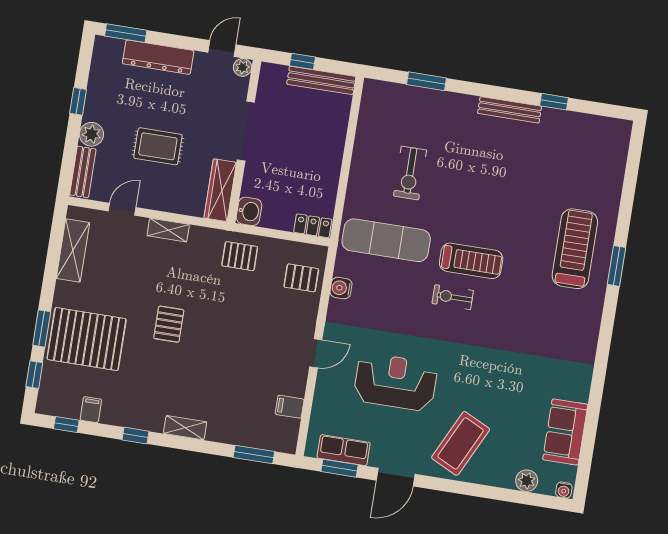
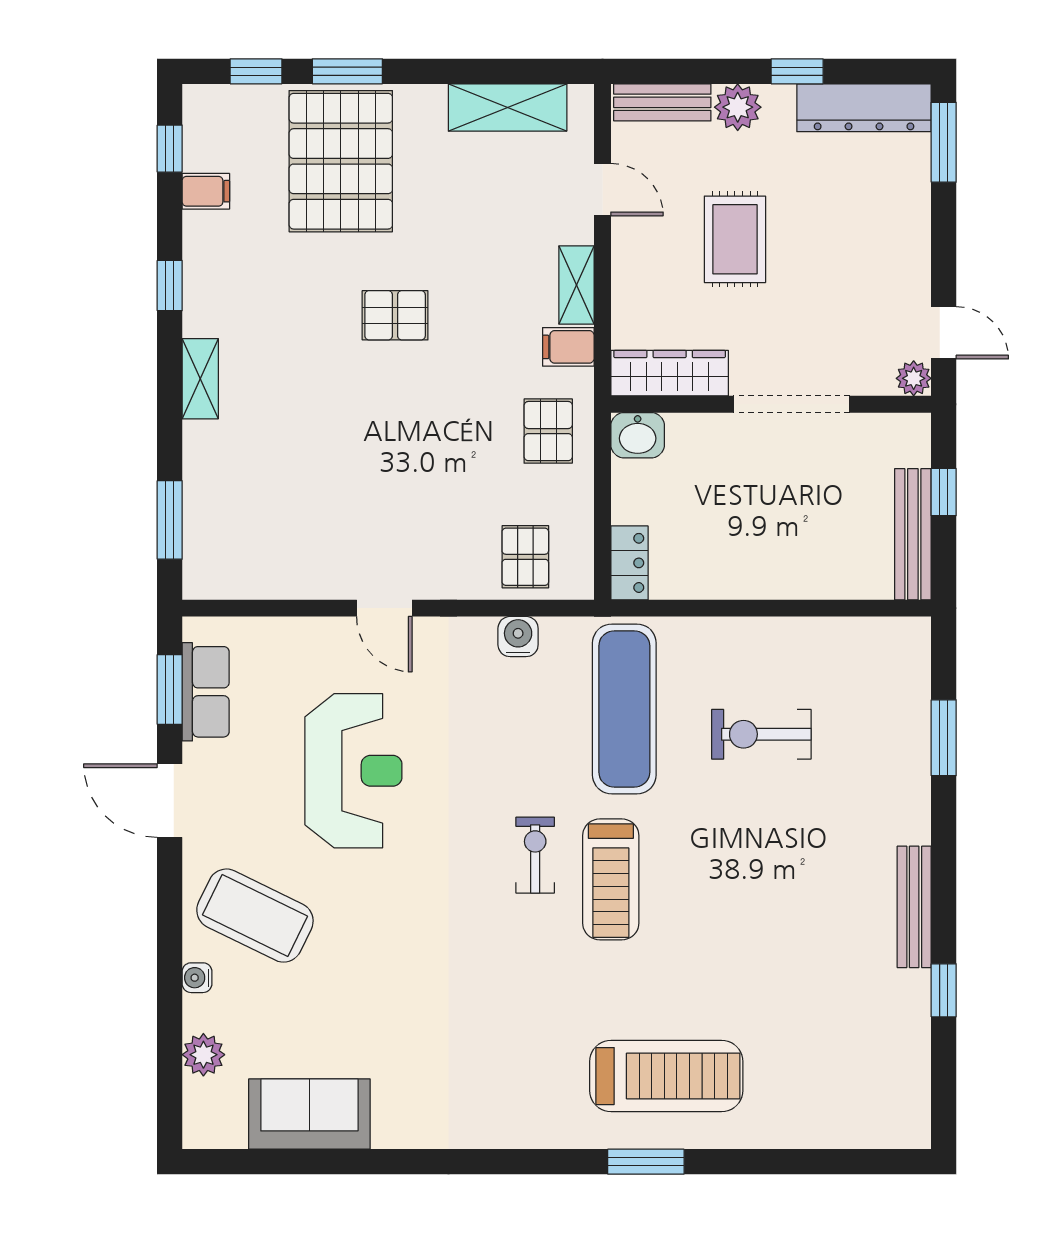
dresser: (158, 57) -> (864, 108), moved, turned -90
filing cabinet: (290, 407) -> (568, 347), moved, turned -90
water cooler: (564, 490) -> (197, 978), moved

